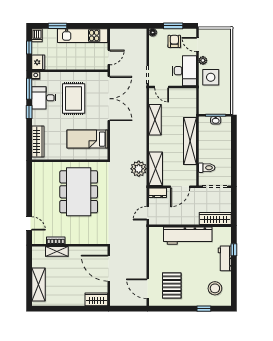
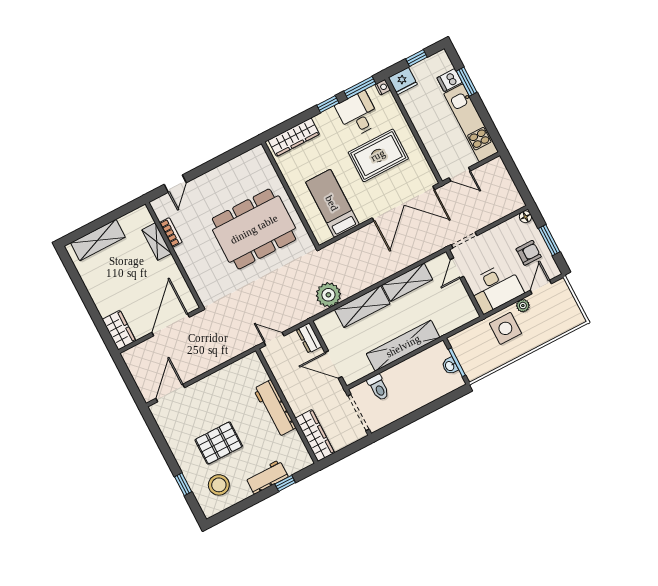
dishwasher: (37, 35) -> (450, 80), moved
shelving: (156, 169) -> (362, 307), moved
workbench: (188, 236) -> (275, 408), width x0.73, depth x0.76
pallet: (172, 286) -> (219, 443), moved

